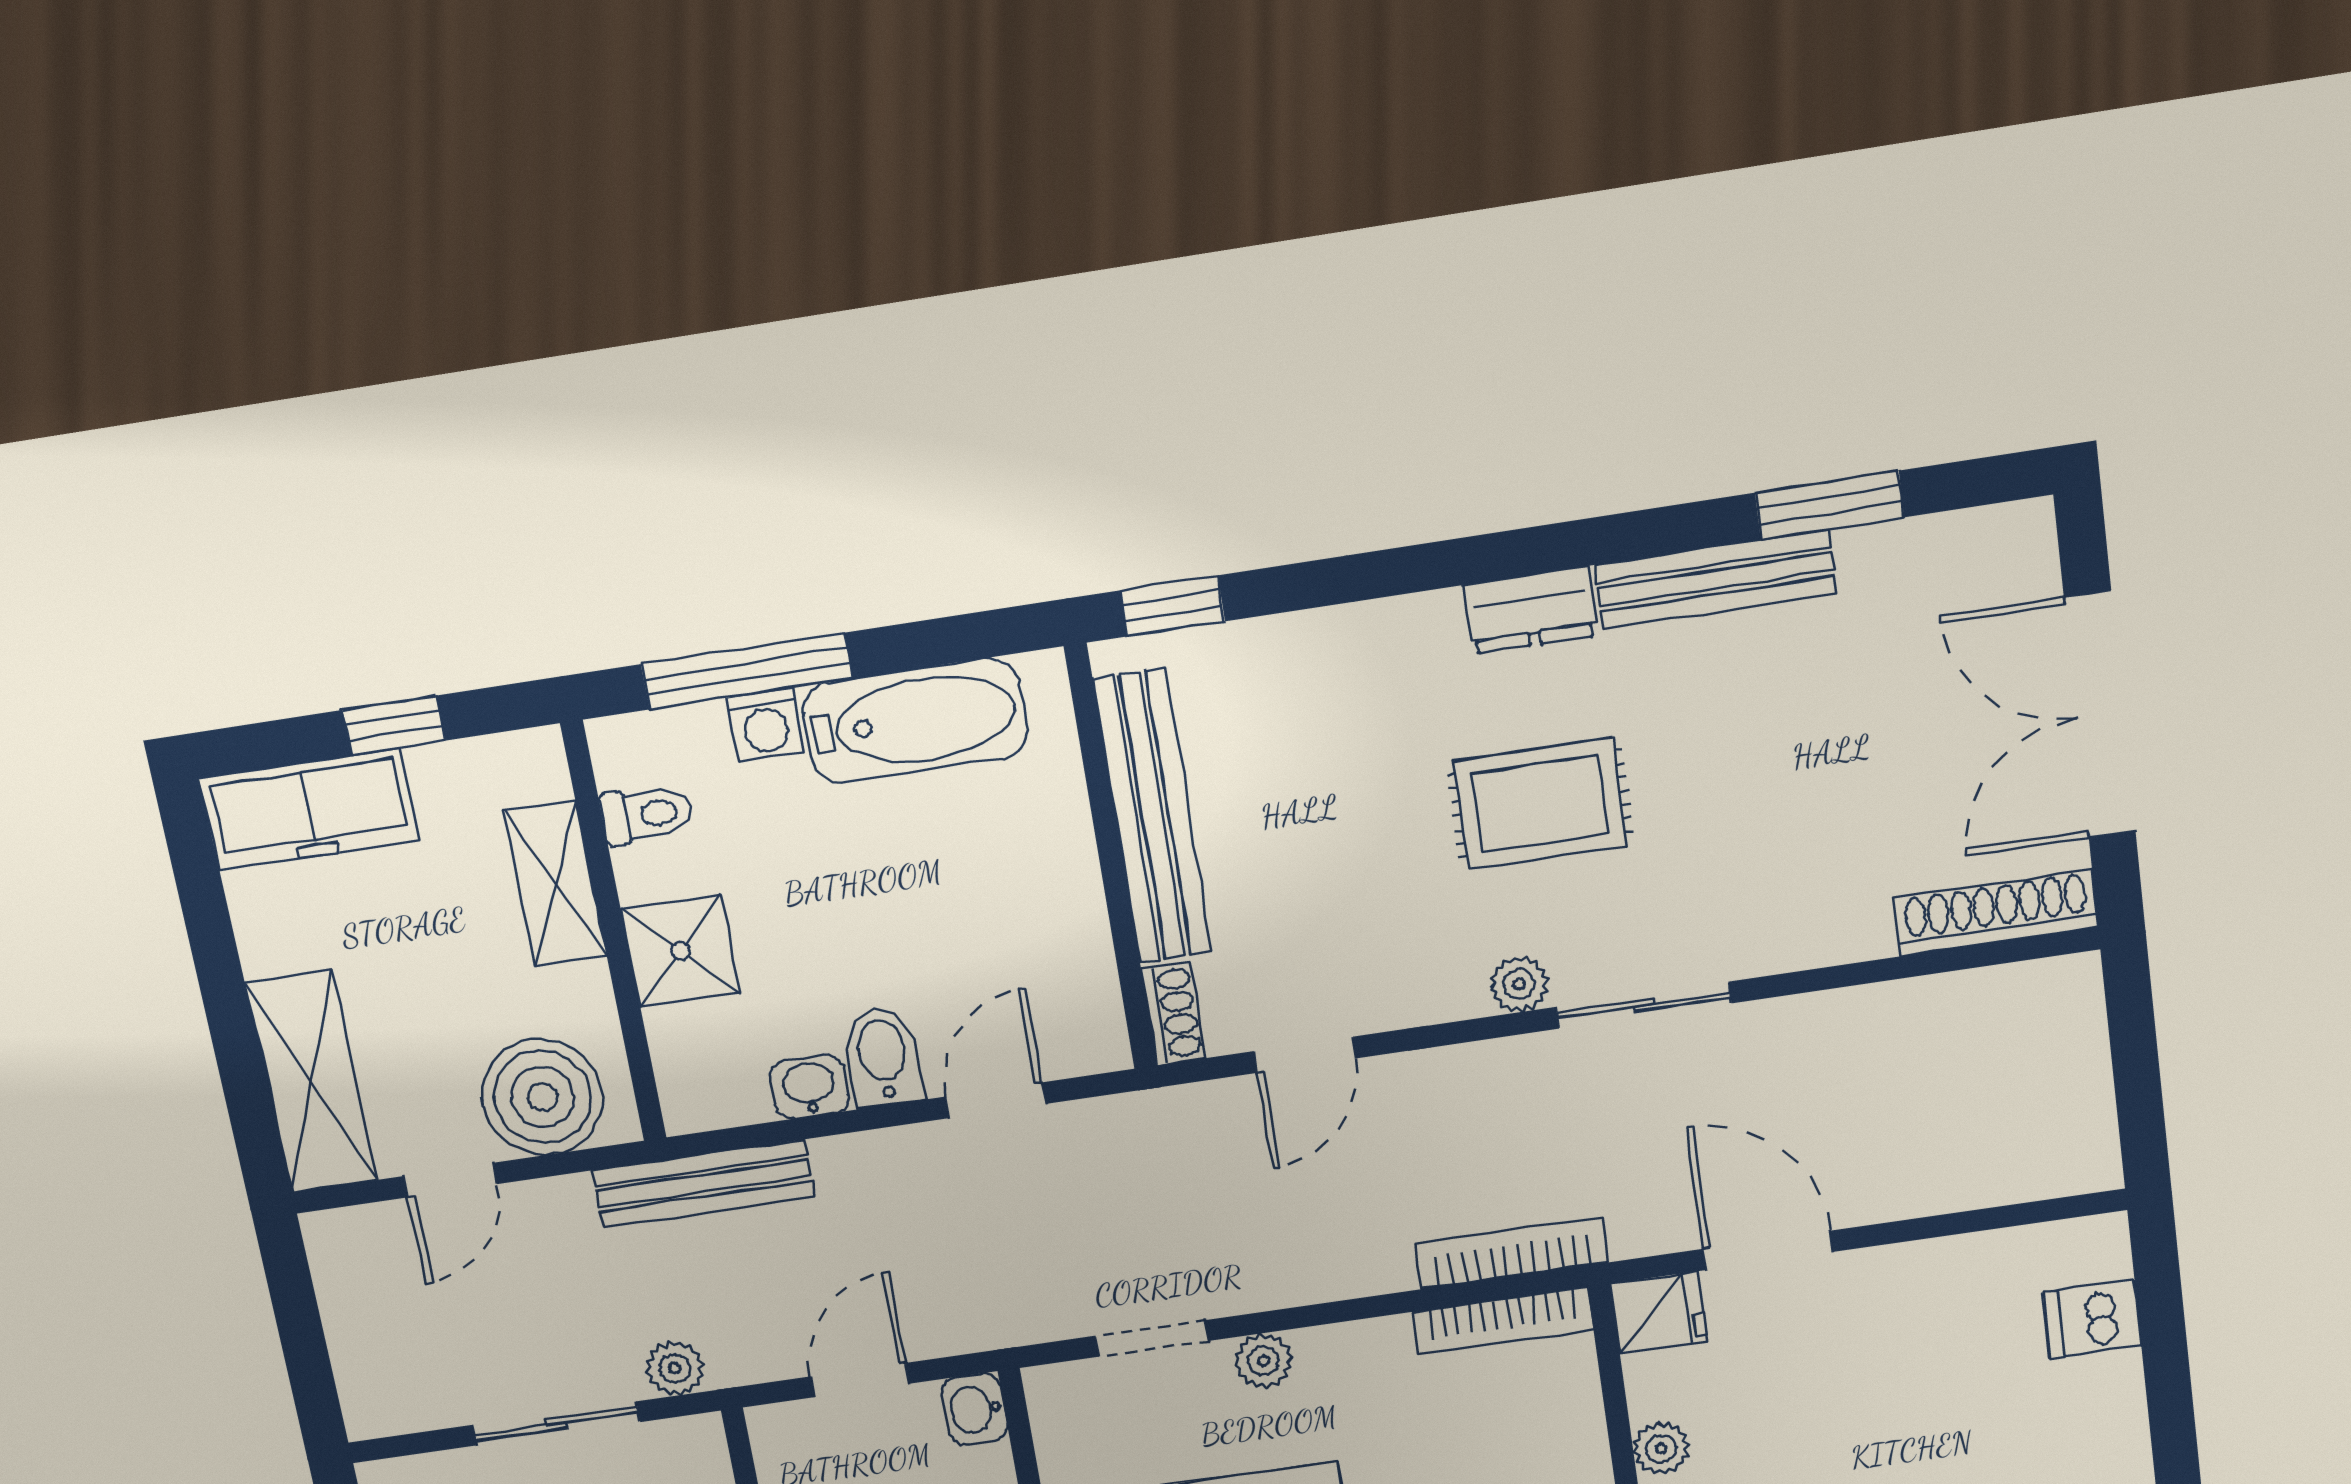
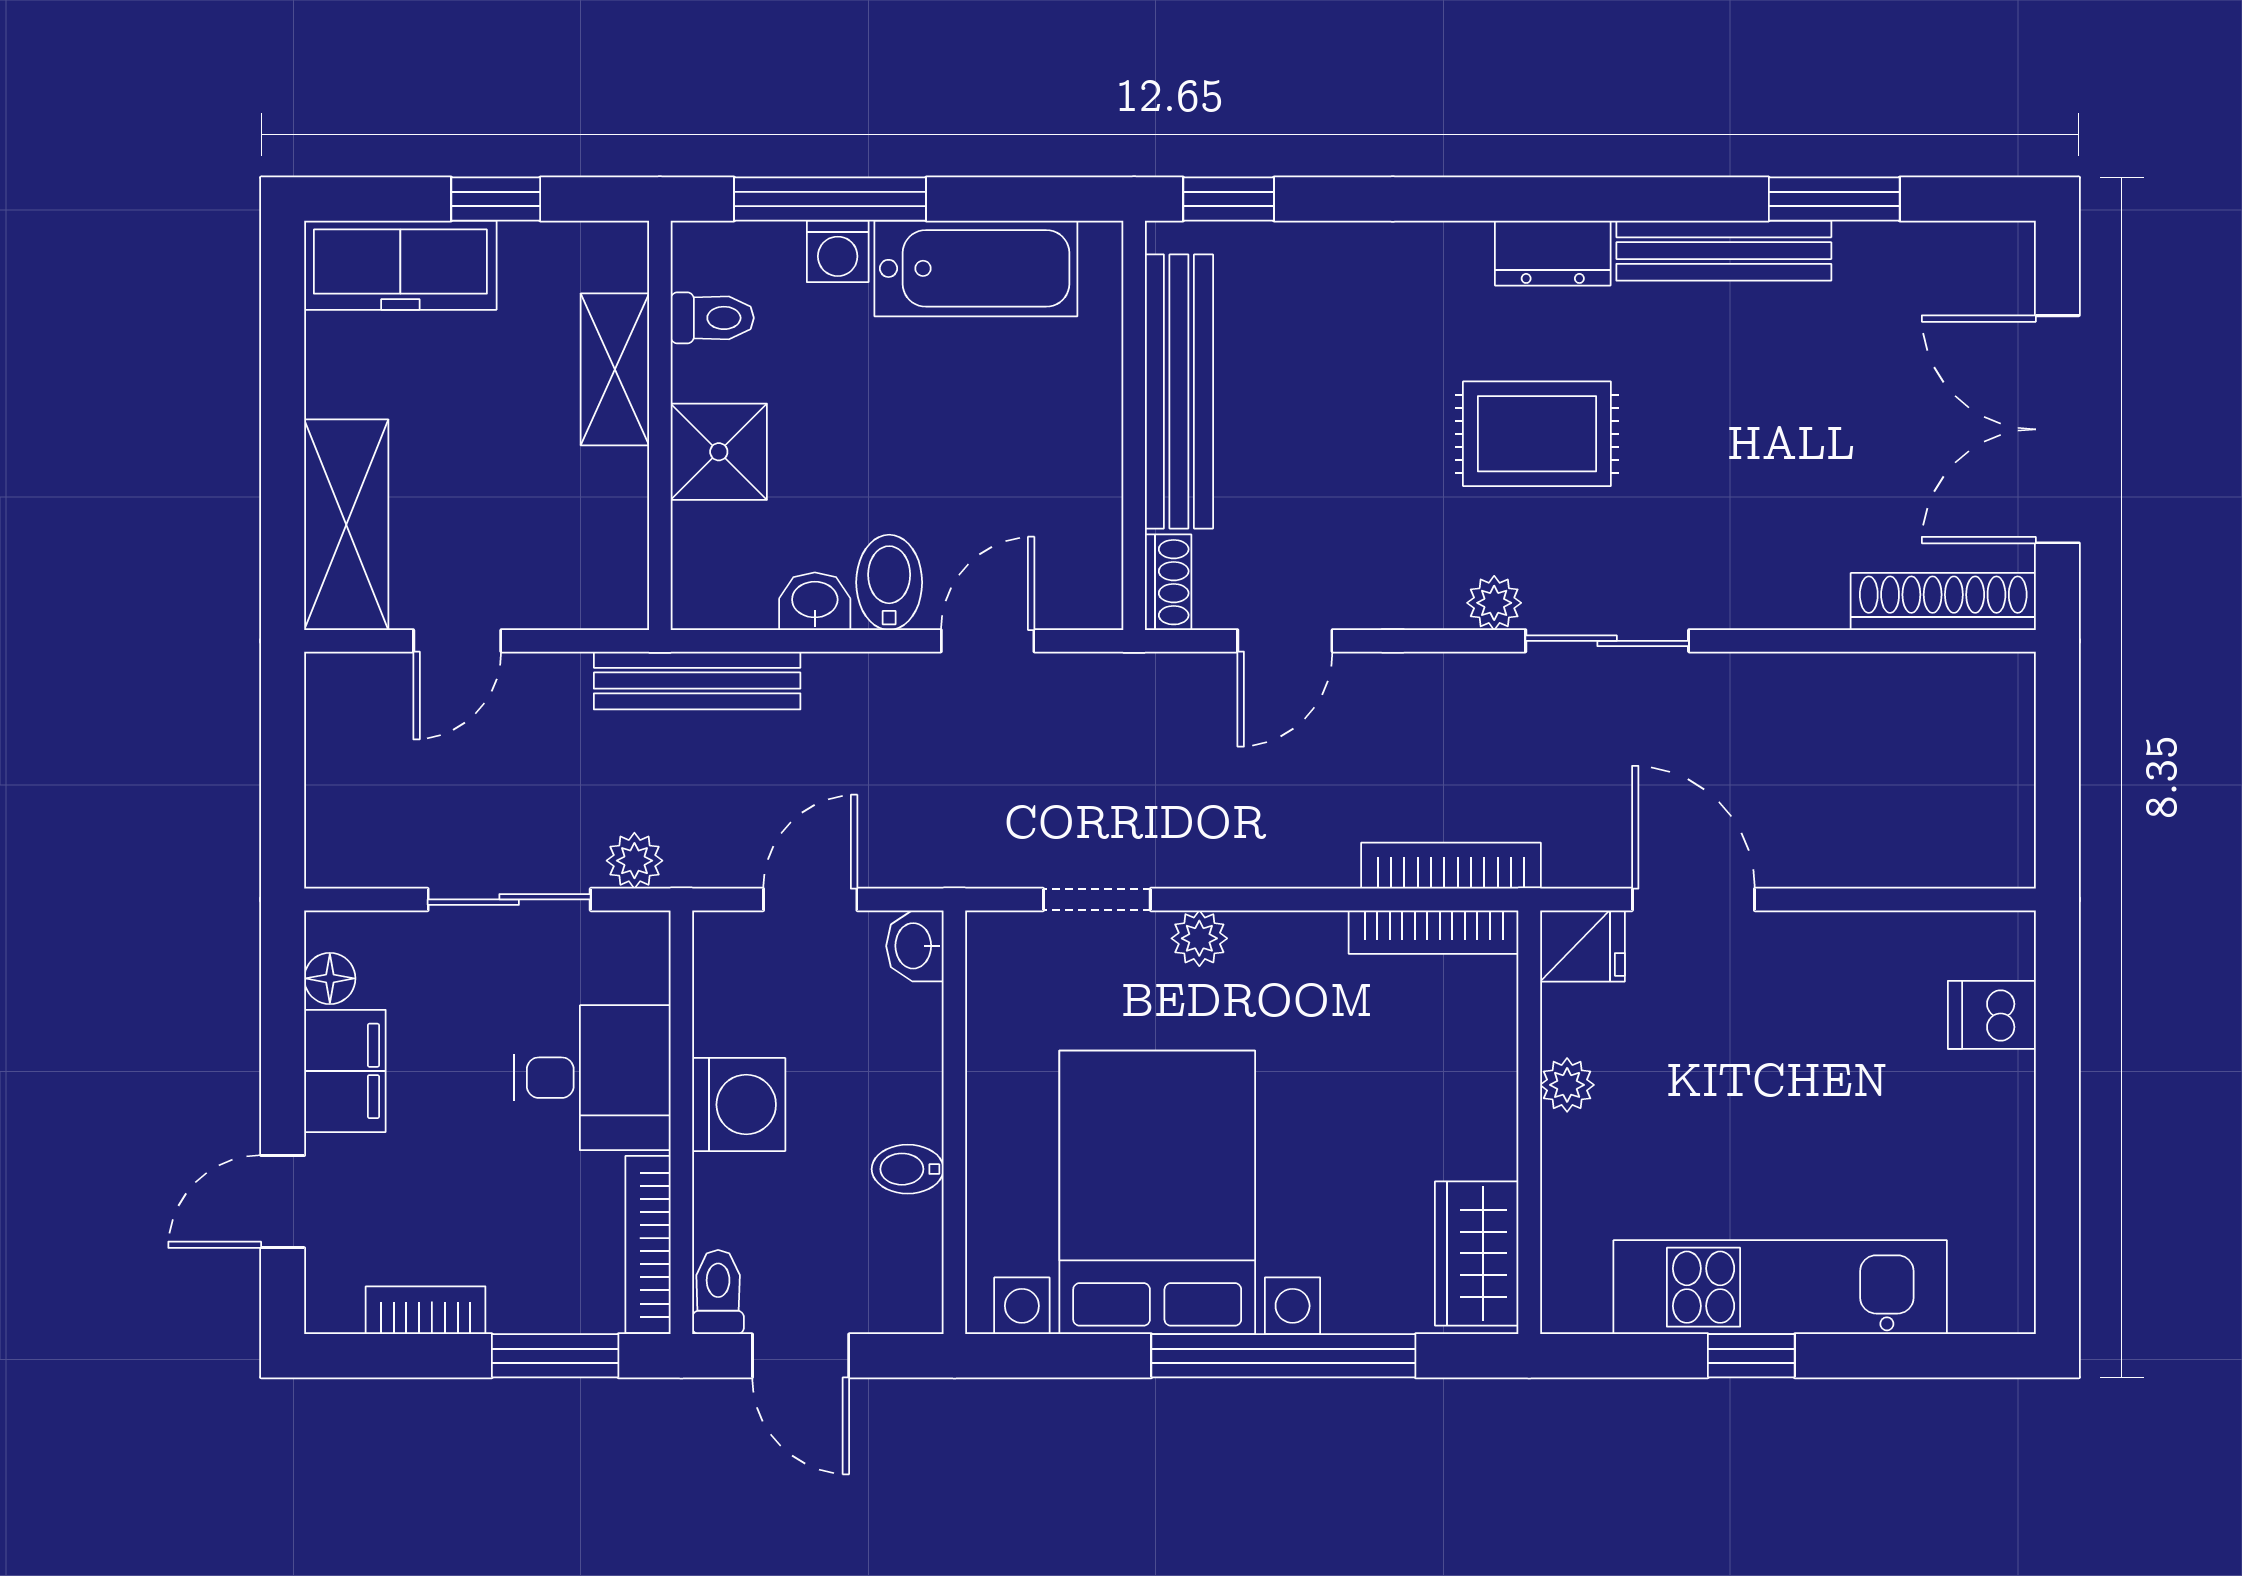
boiler: (543, 1097) -> (562, 573), removed

